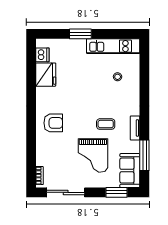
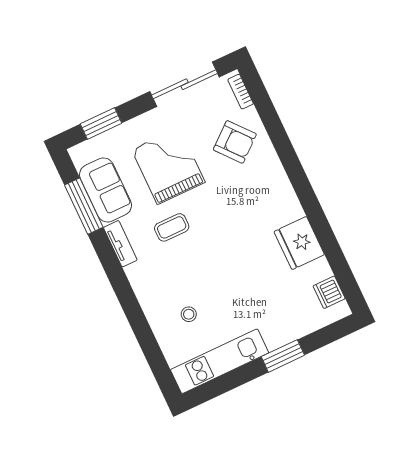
fridge: (46, 75) -> (299, 243), moved
armchair: (53, 123) -> (235, 142), moved, turned -130
sofa: (130, 171) -> (106, 190), moved

